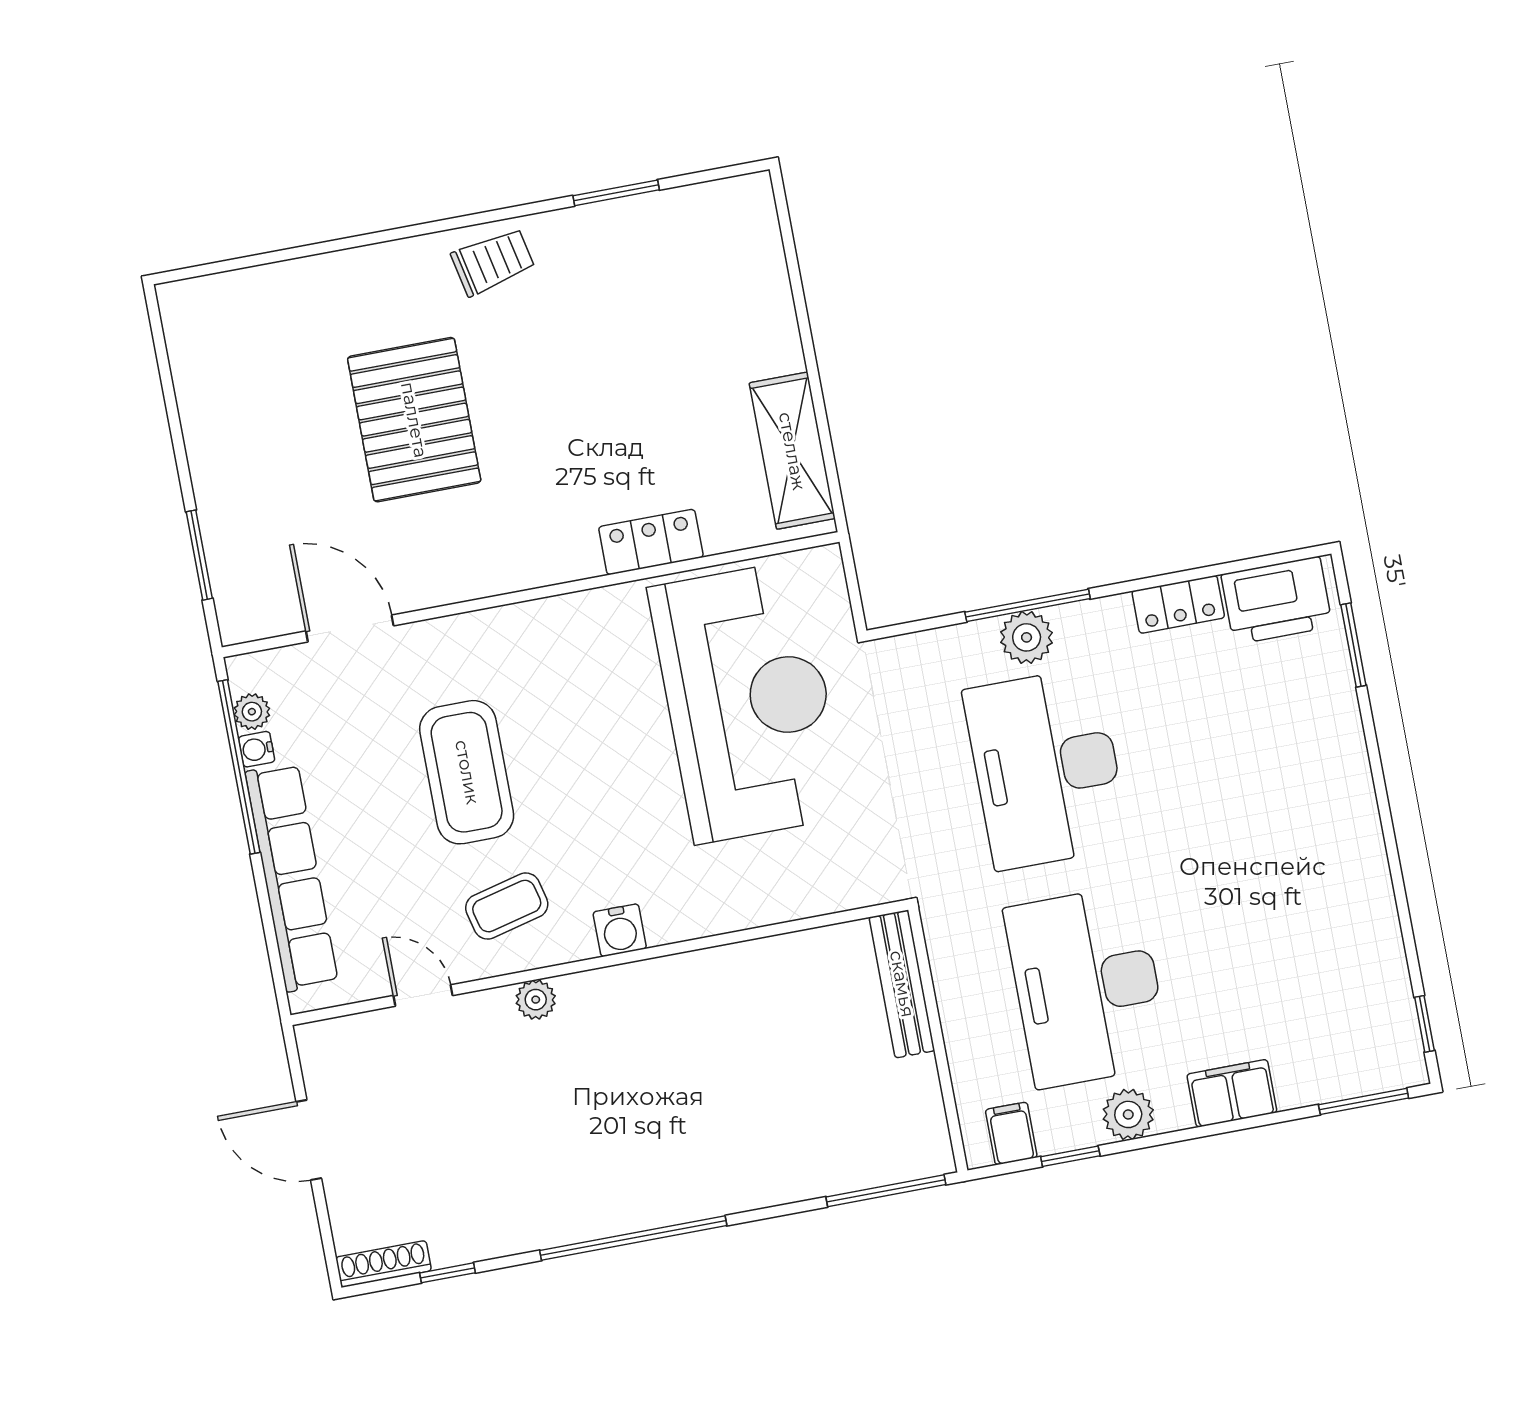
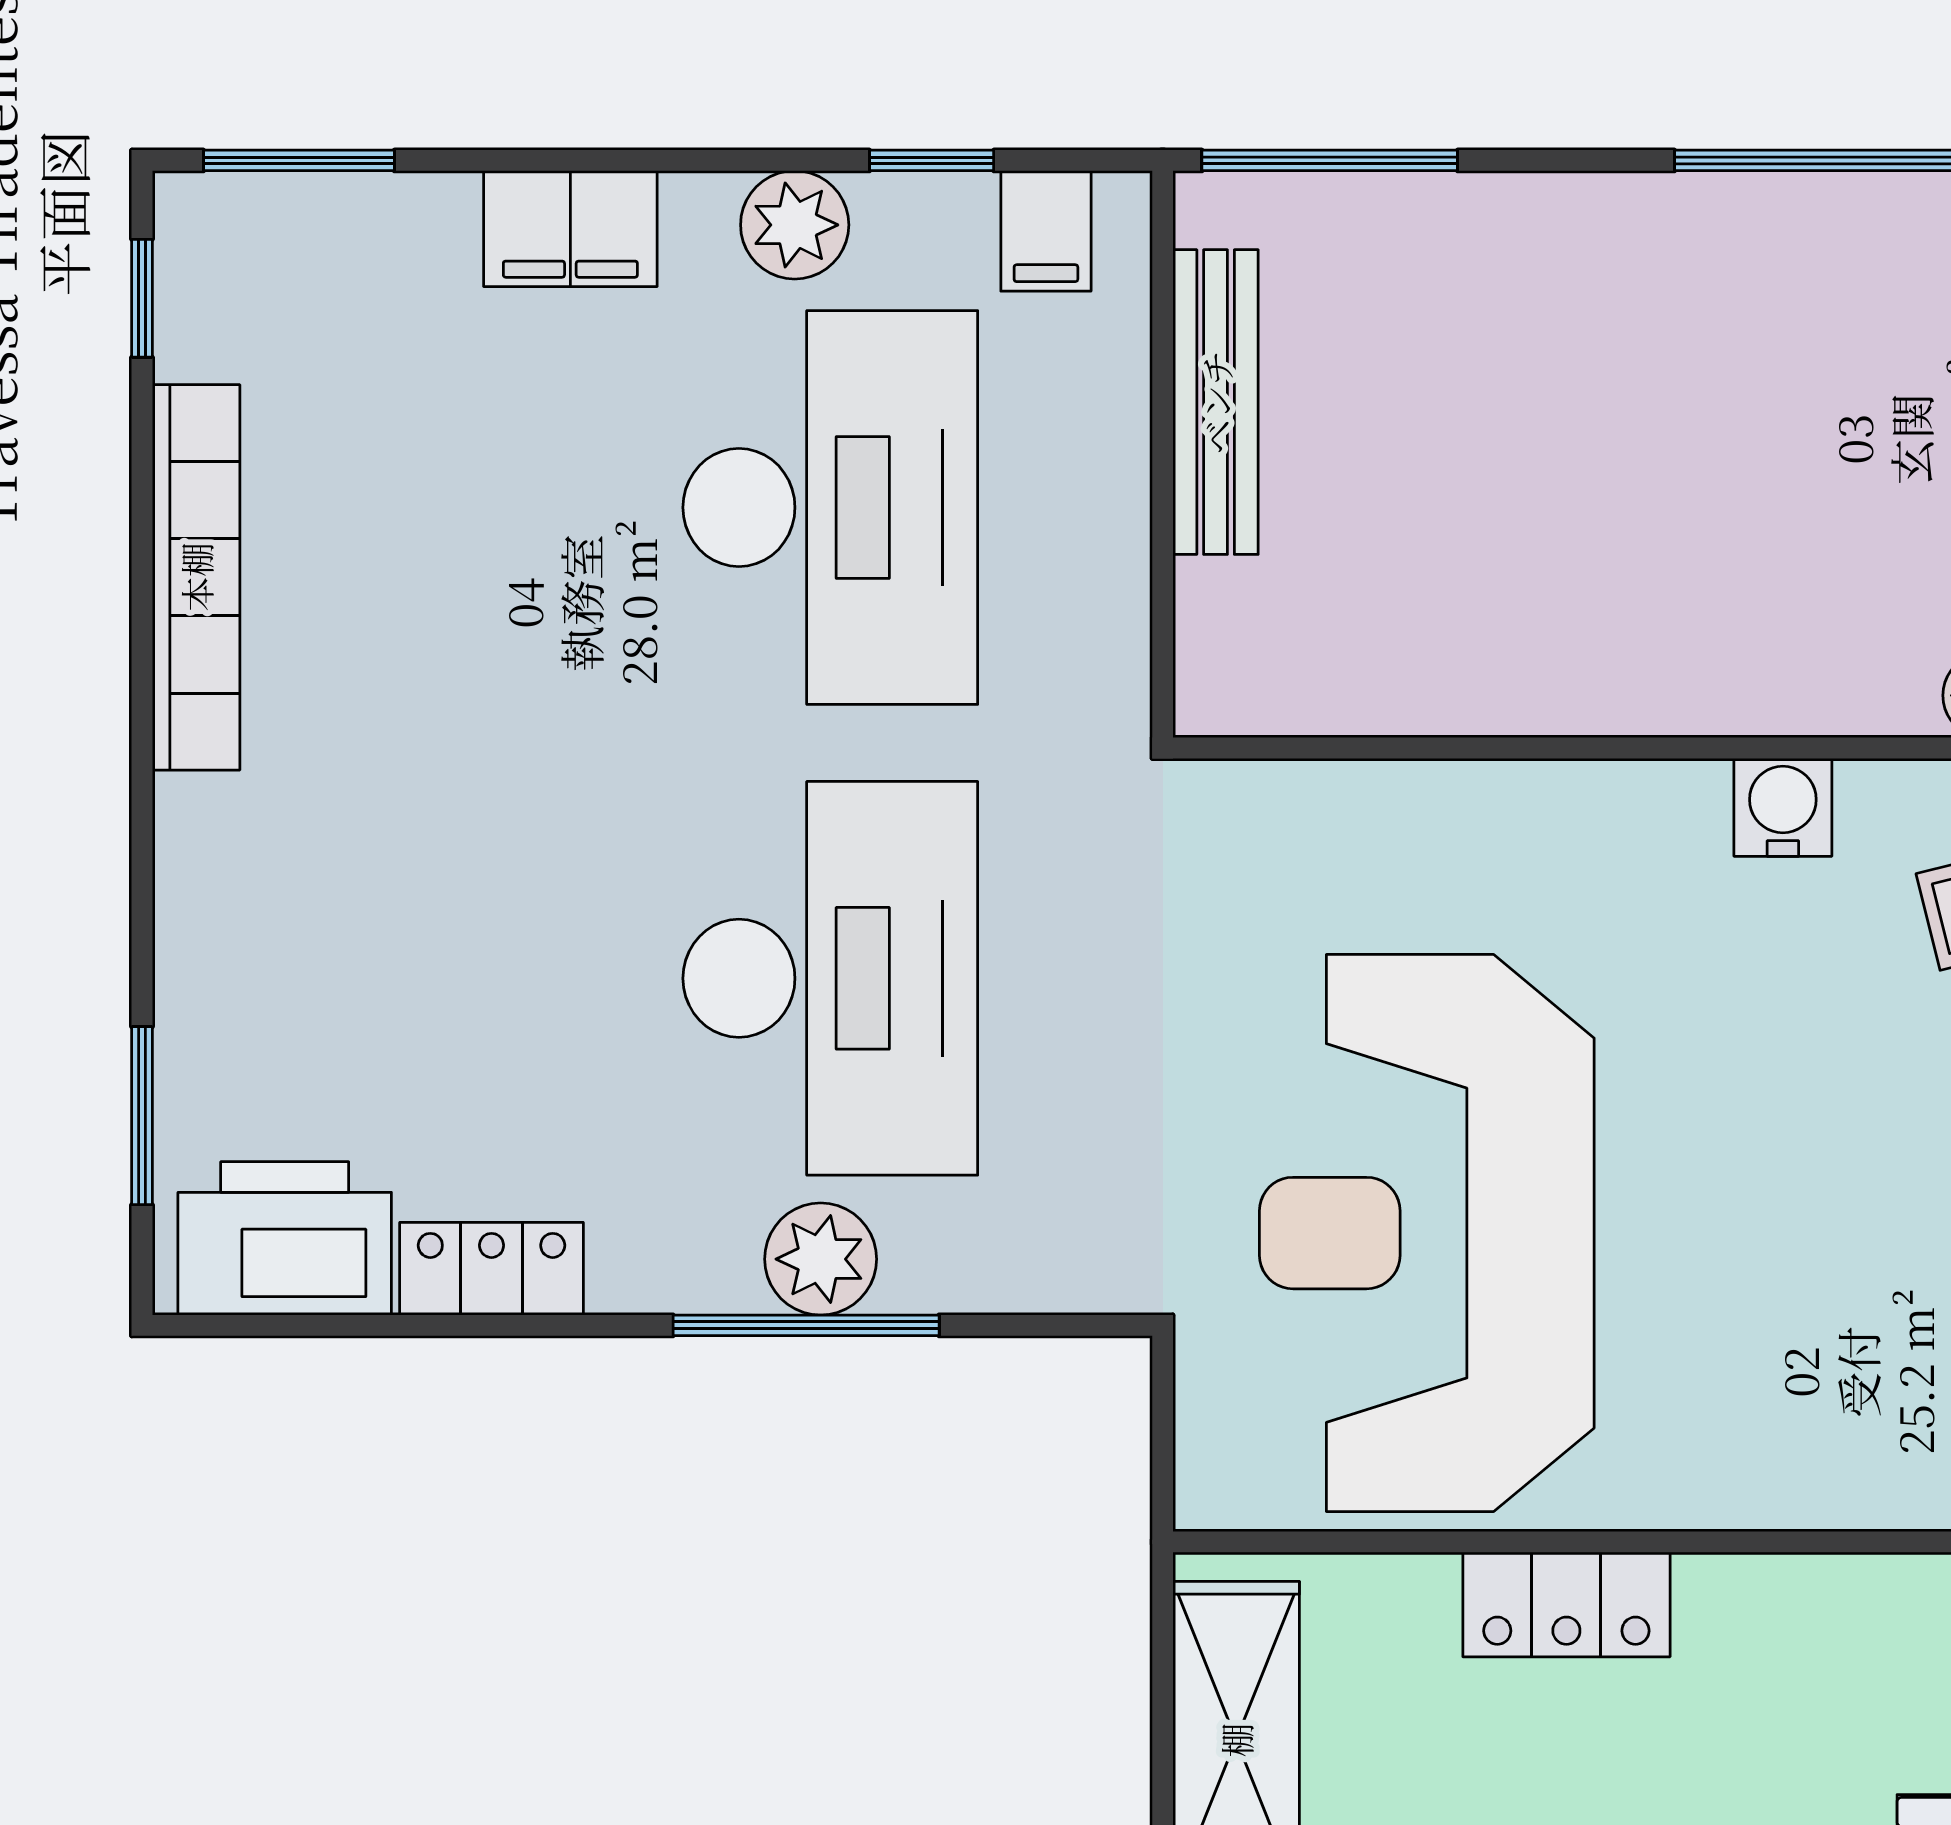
bookcase: (1375, 899) -> (196, 577), added
bench: (902, 984) -> (1216, 402), moved

